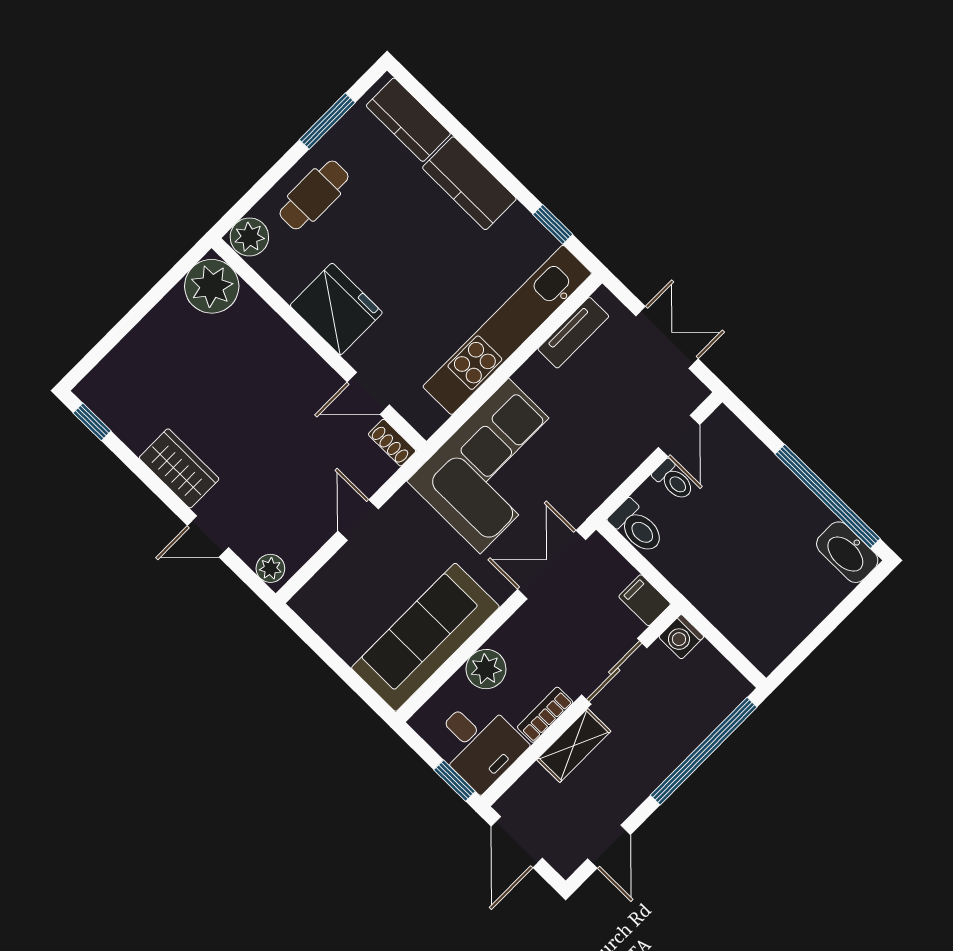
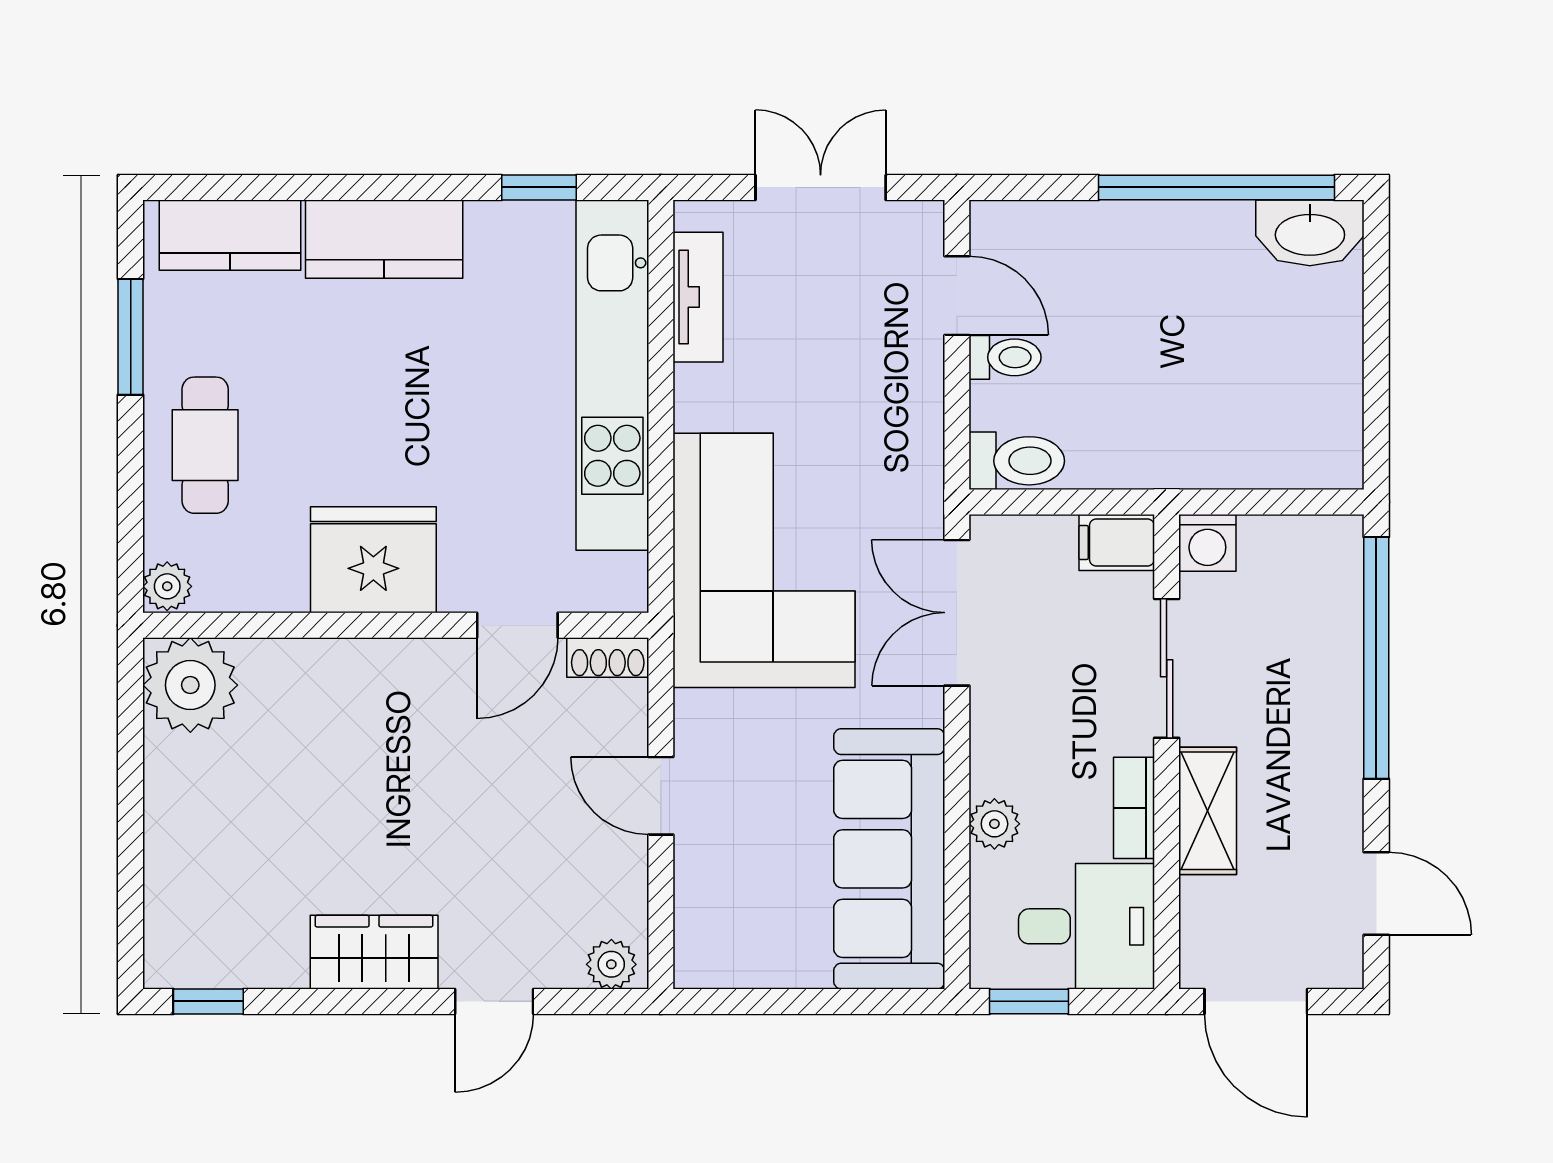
plant: (249, 237) -> (167, 586), width x0.73, depth x0.73
plant: (486, 669) -> (994, 824), width x0.73, depth x0.73
window: (455, 781) -> (1029, 1001), moved

